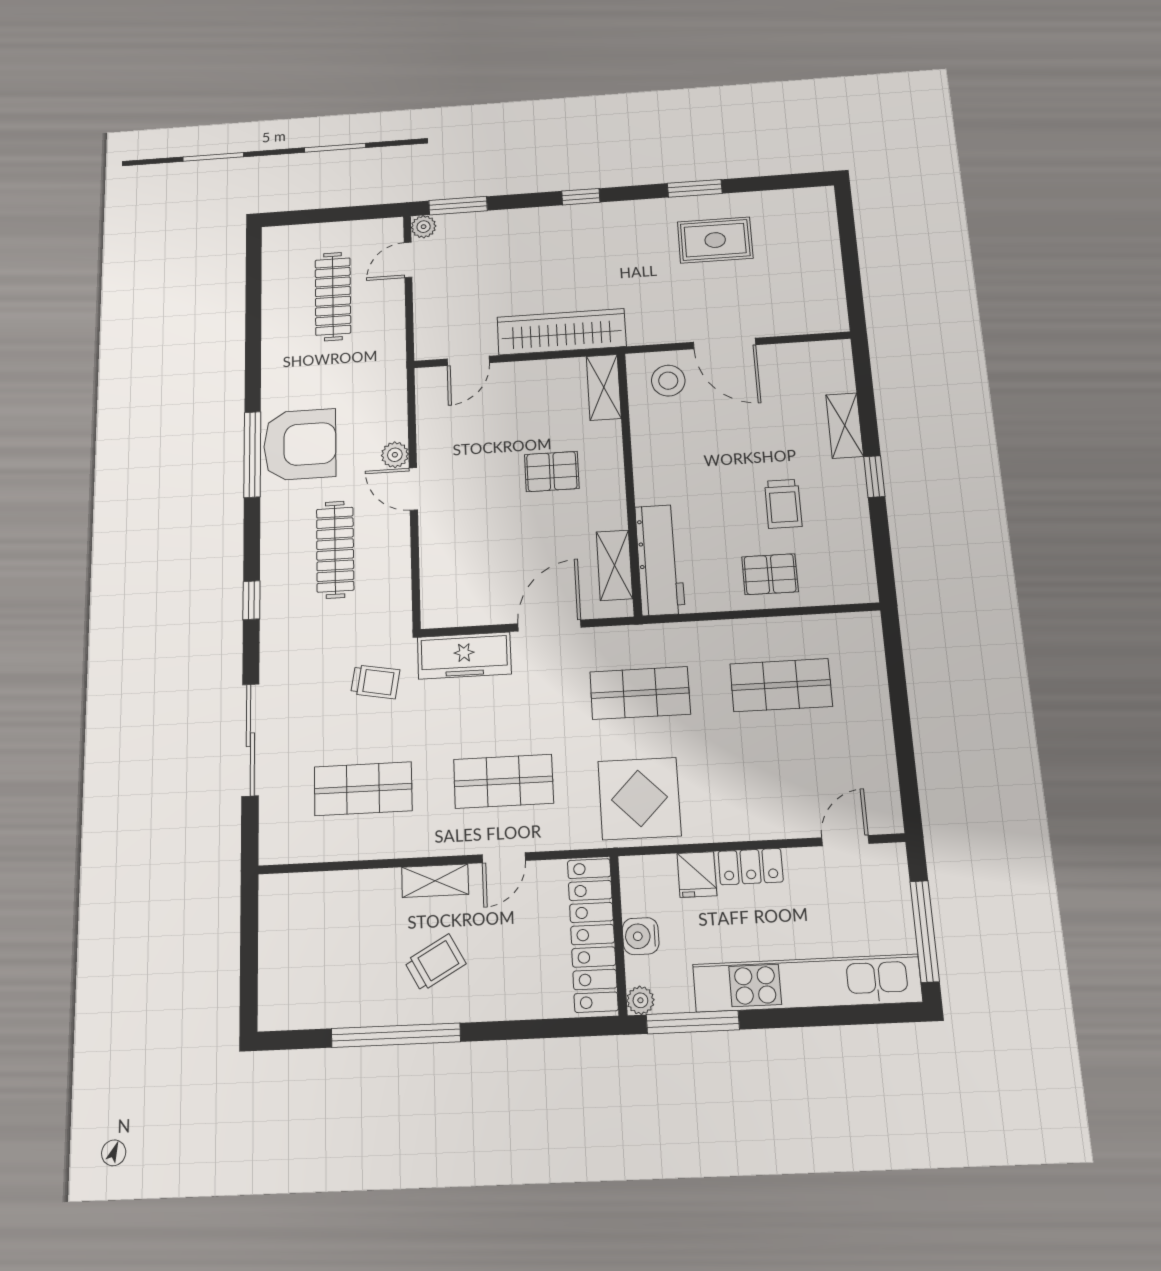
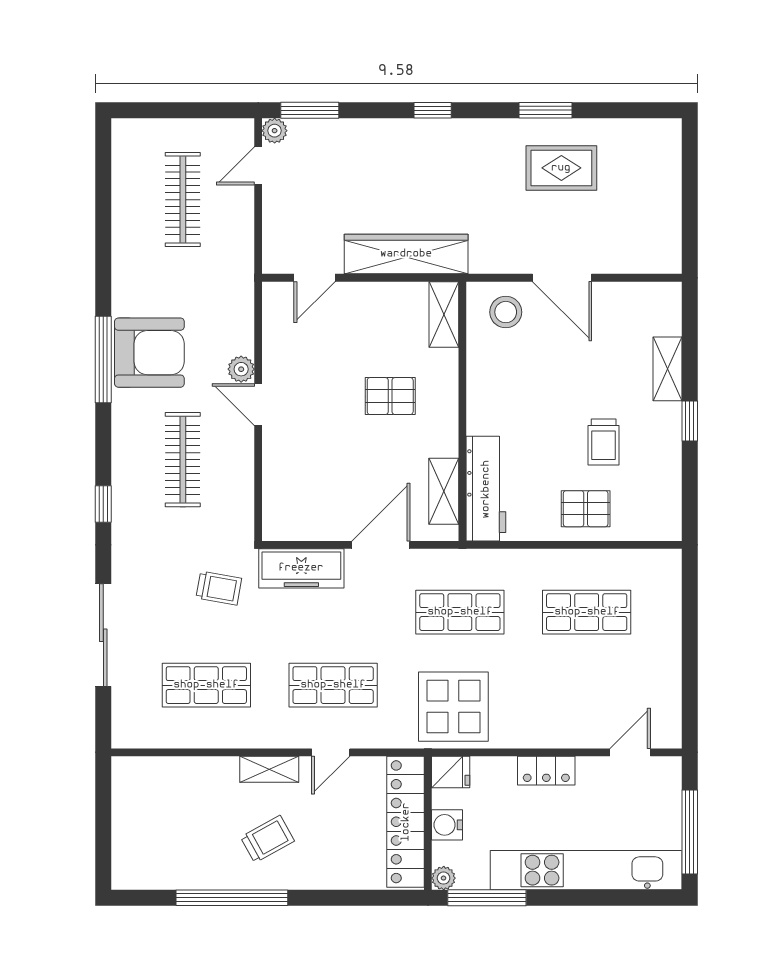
fridge: (697, 875) -> (451, 772), moved, turned -90

